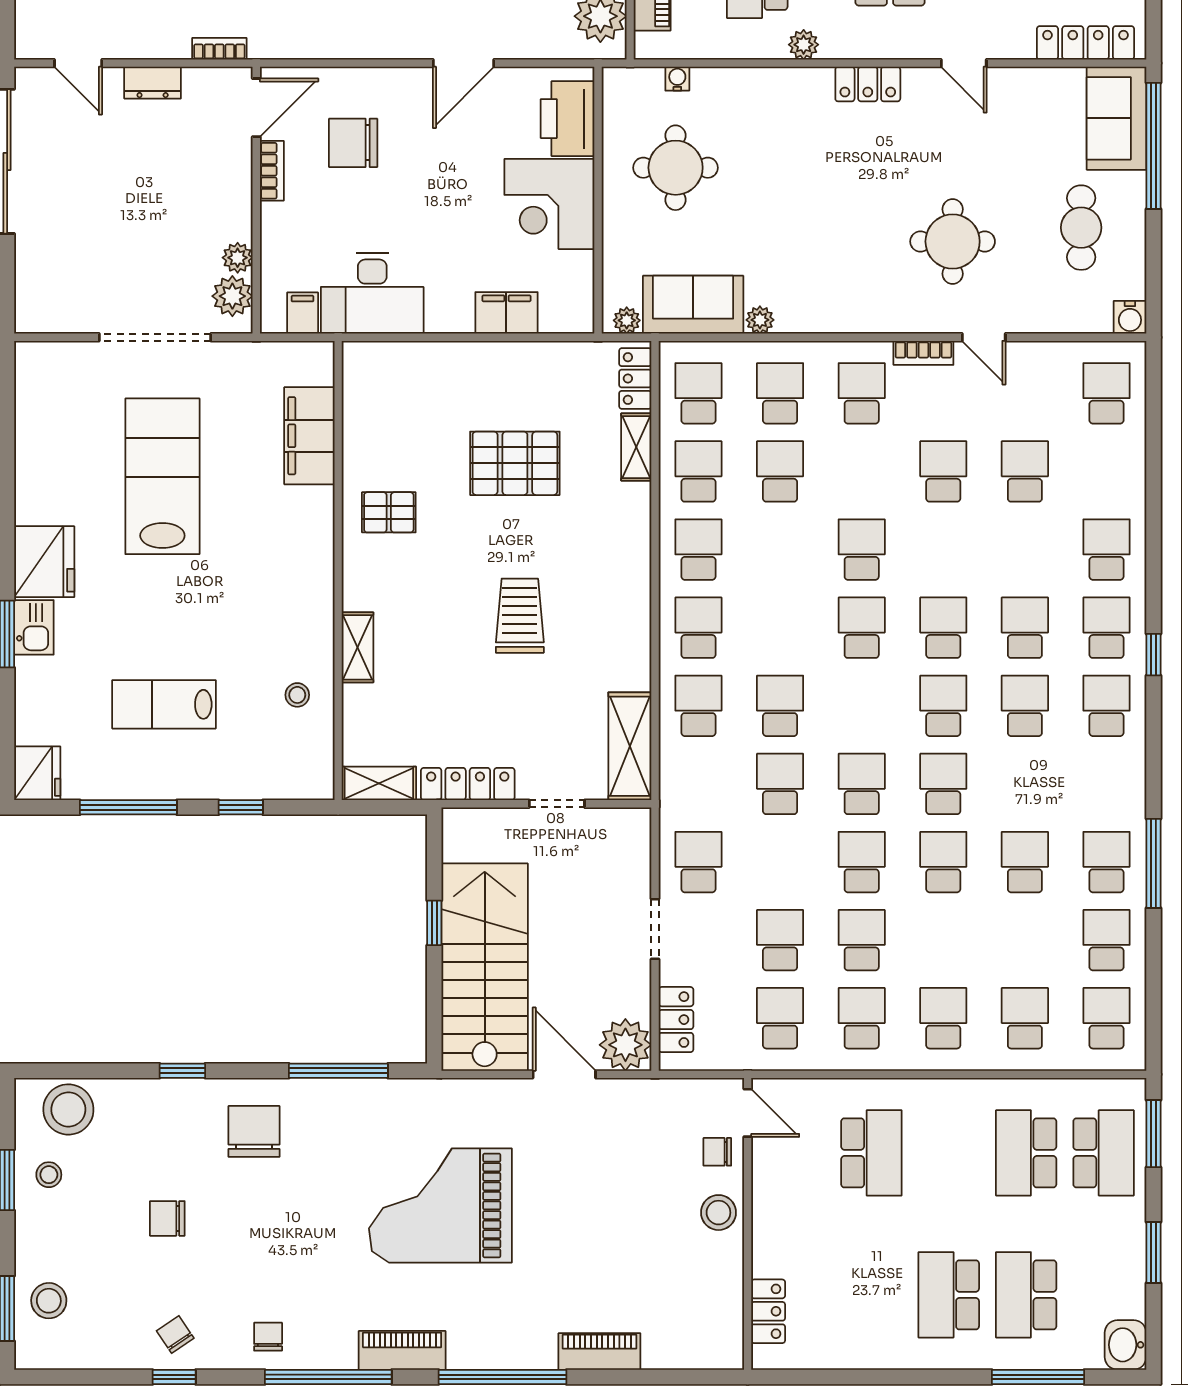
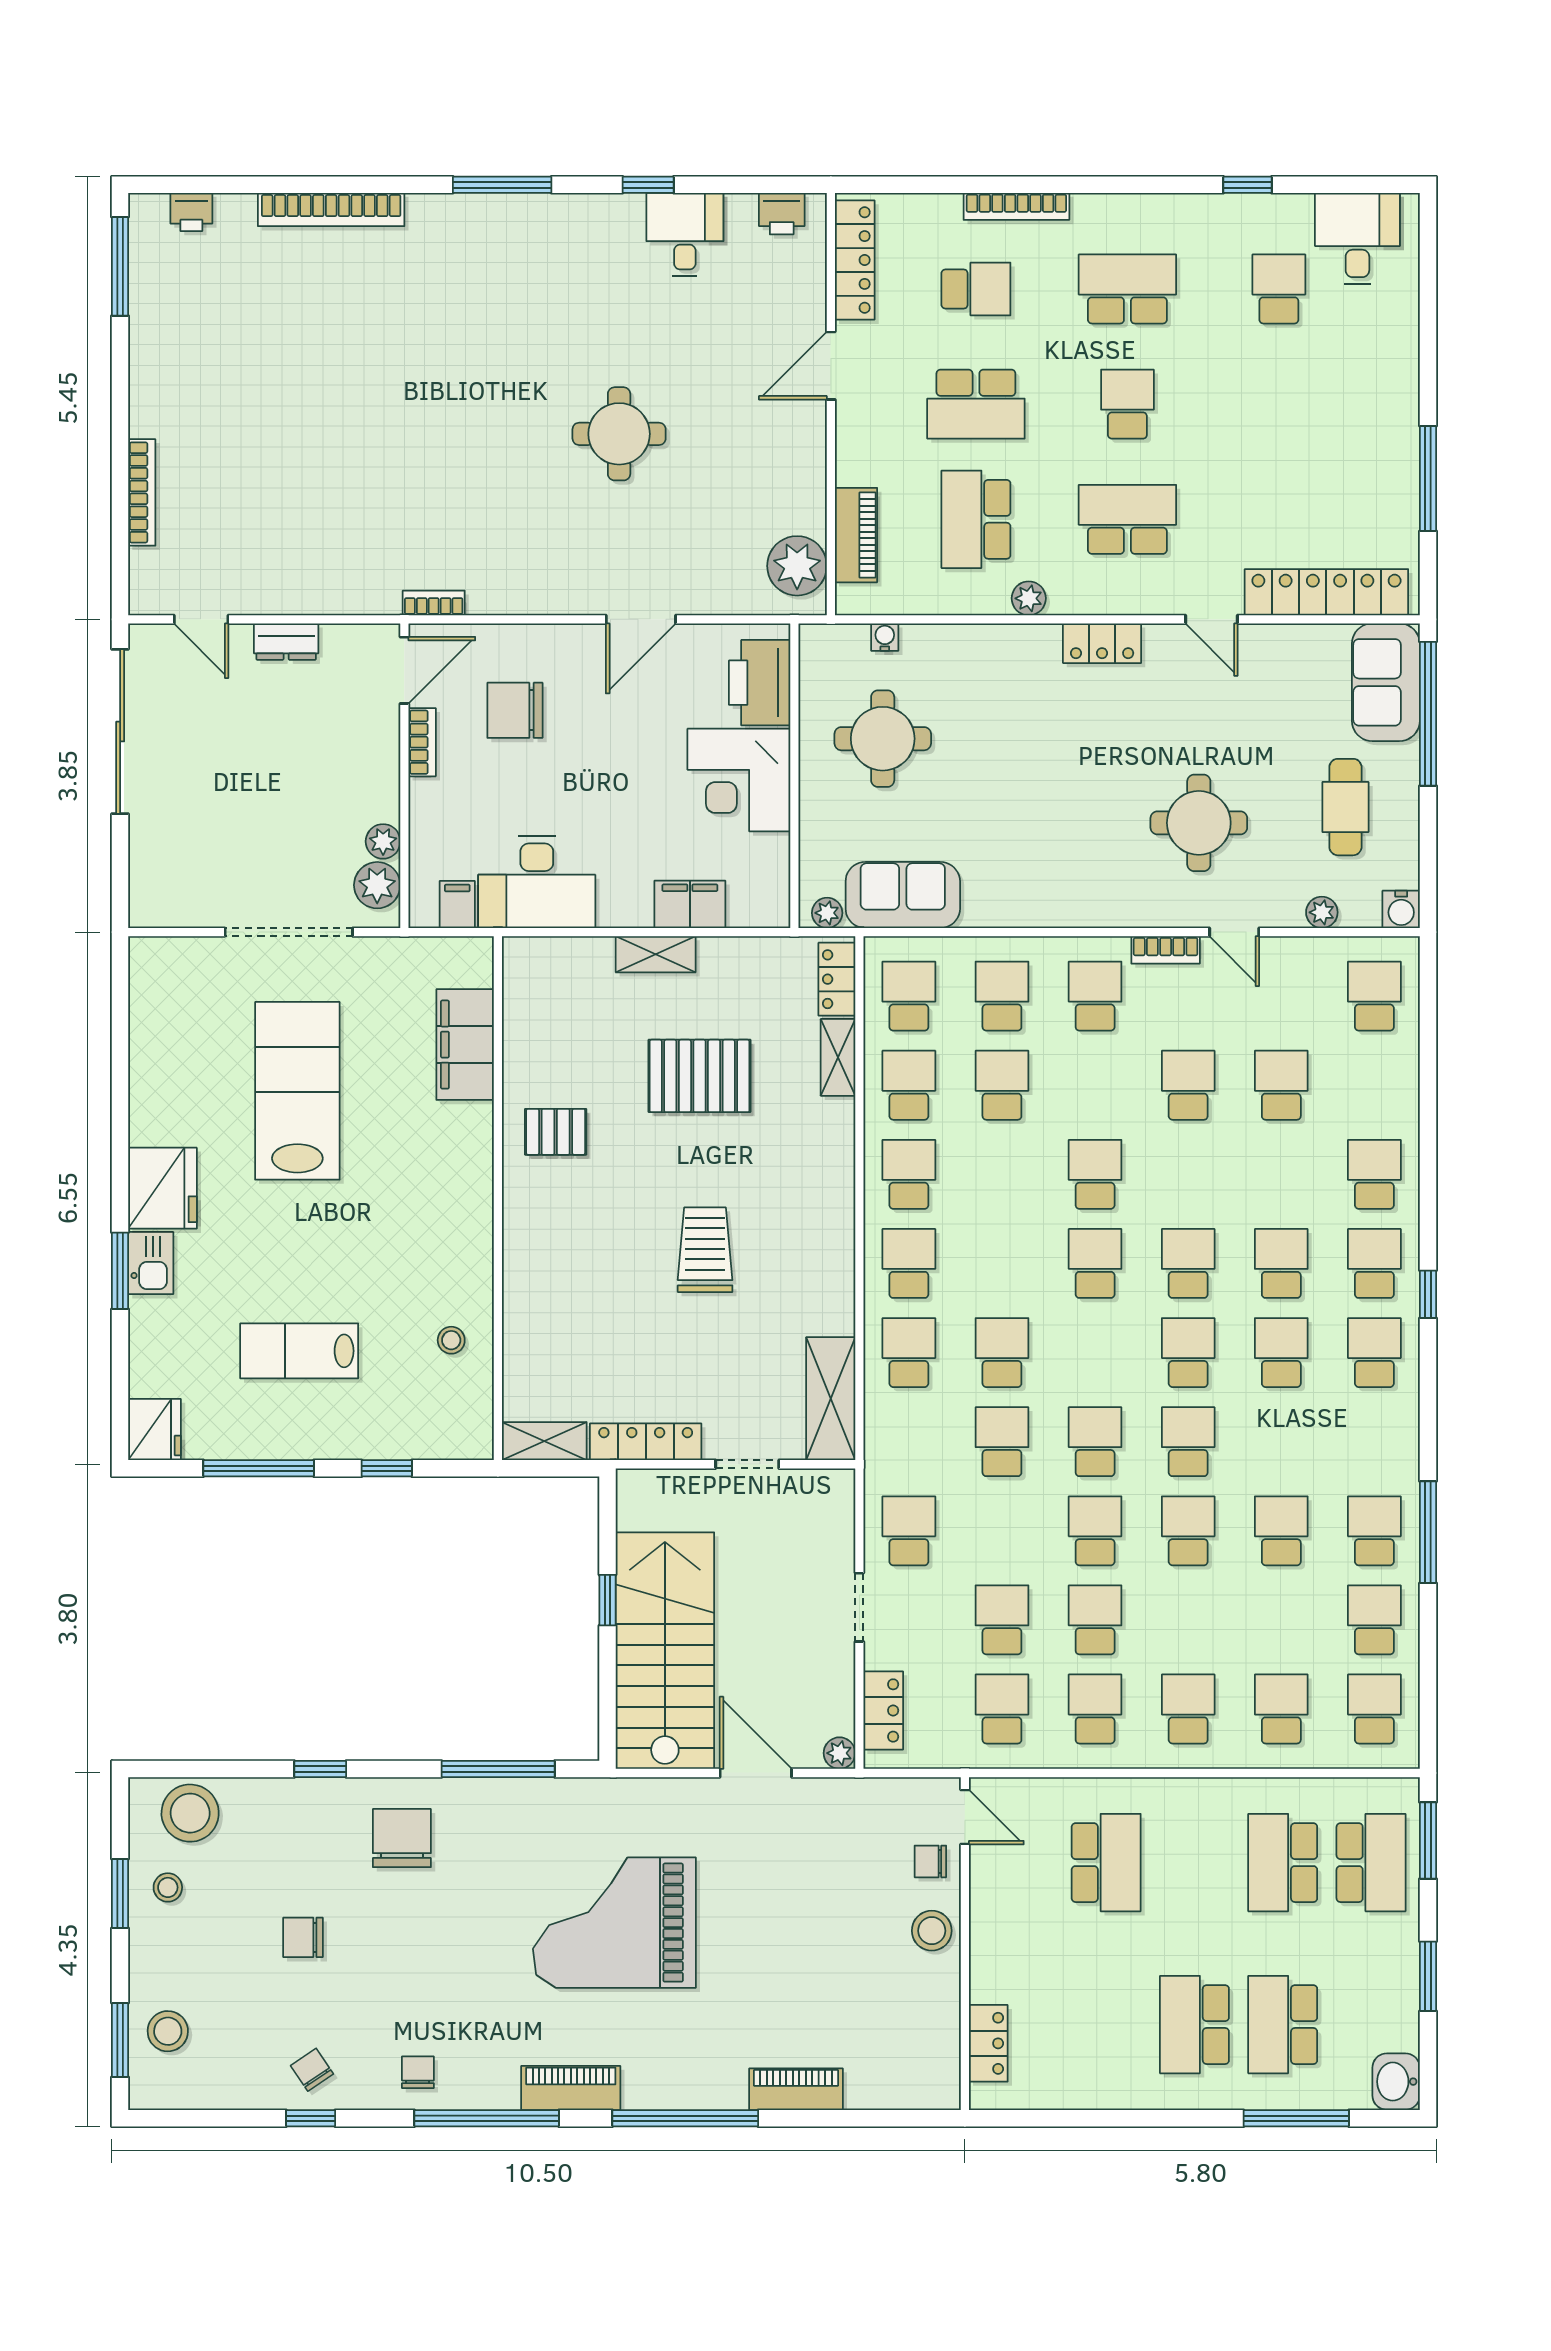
locker: (1085, 43) -> (1326, 592), width x1.41, depth x1.21
bookcase: (219, 49) -> (434, 603), moved
plant: (760, 320) -> (1322, 912), moved
shelving: (357, 647) -> (656, 954), moved, turned 90
plant: (625, 1045) -> (839, 1753), width x0.53, depth x0.53

